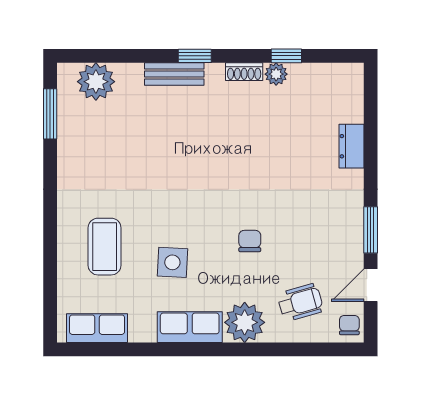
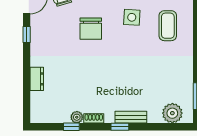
window: (371, 230) -> (27, 34), width x0.67
chair: (250, 241) -> (91, 29), width x1.87, depth x1.87

